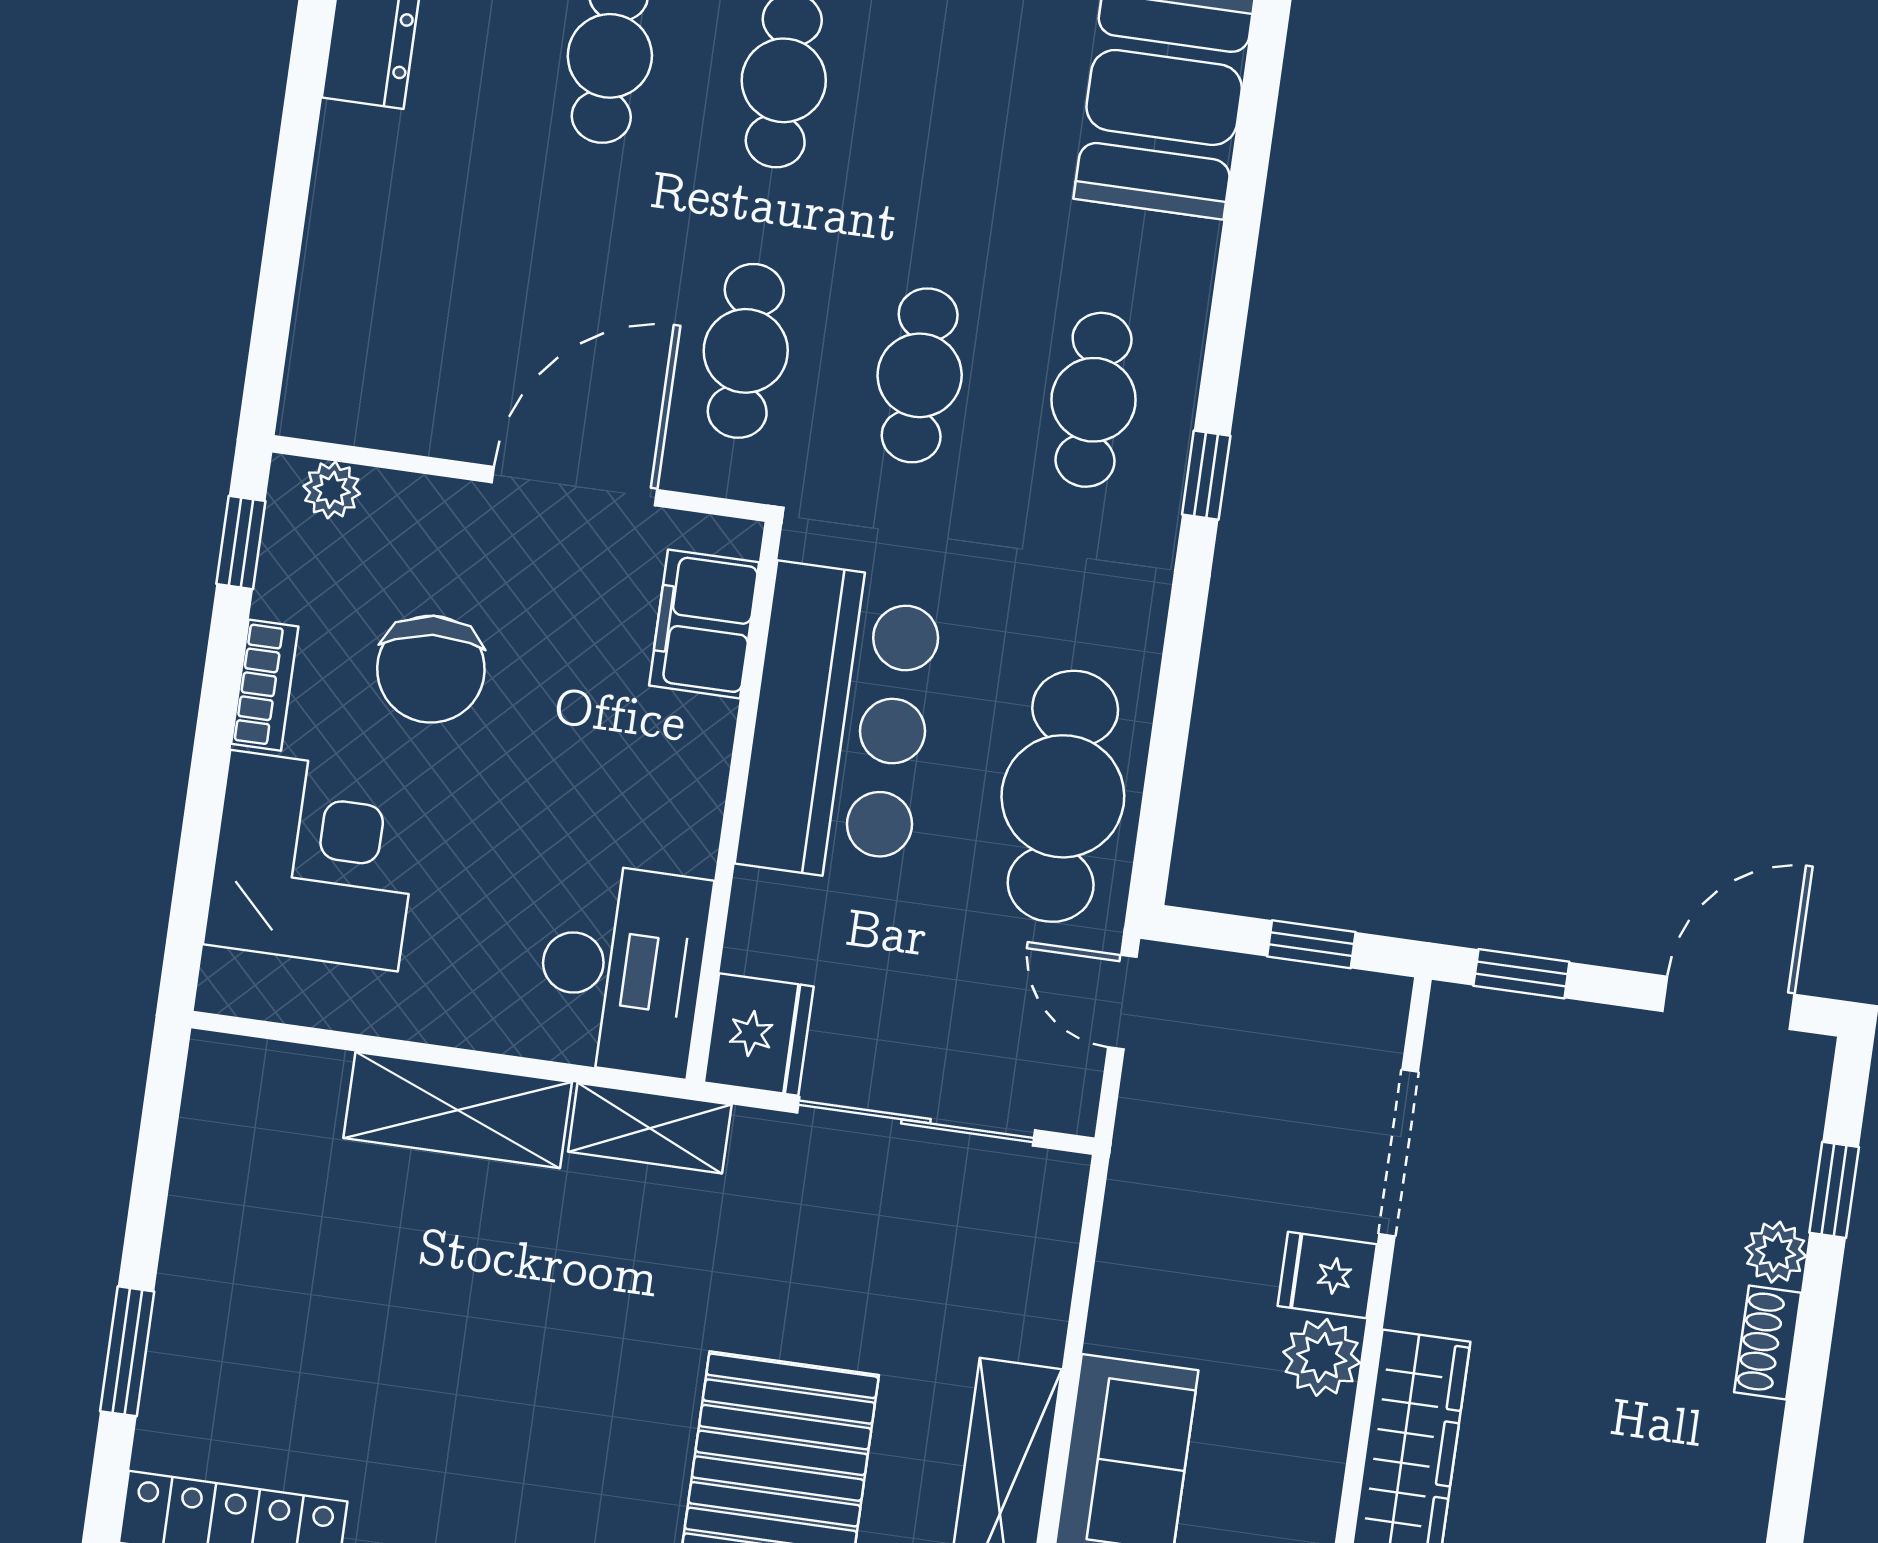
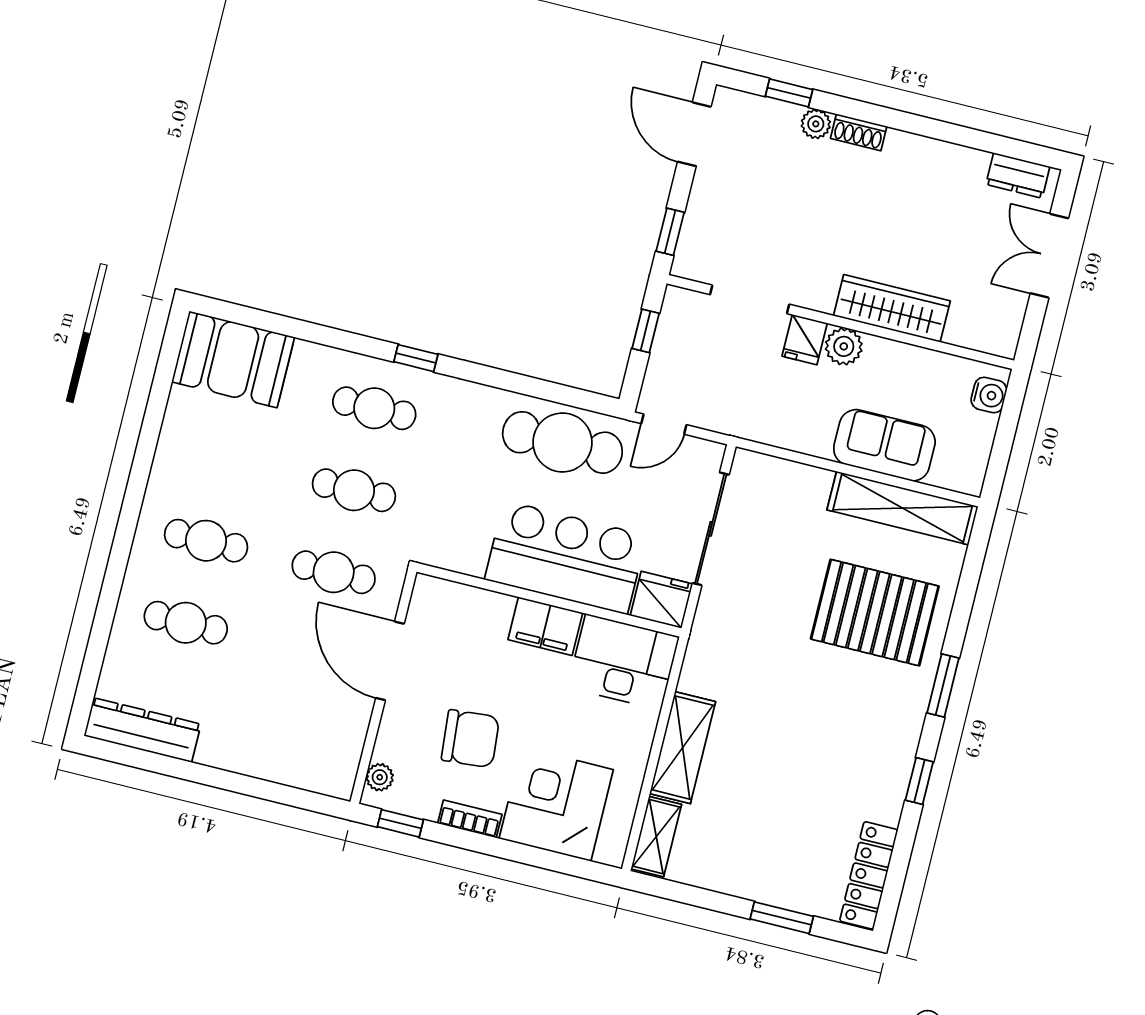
filing cabinet: (704, 624) -> (545, 626), moved
bar counter: (840, 724) -> (566, 558), moved
shelving: (650, 1128) -> (656, 837), moved

